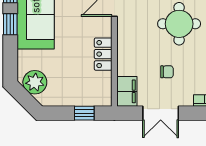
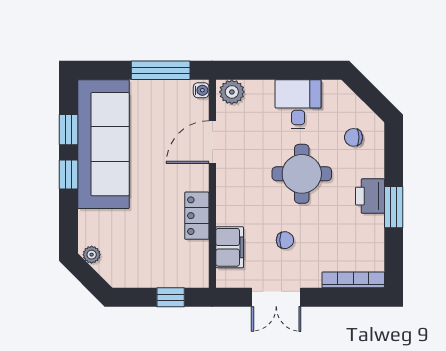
plant: (35, 82) -> (92, 255), width x0.53, depth x0.53
filing cabinet: (127, 91) -> (230, 247), moved

